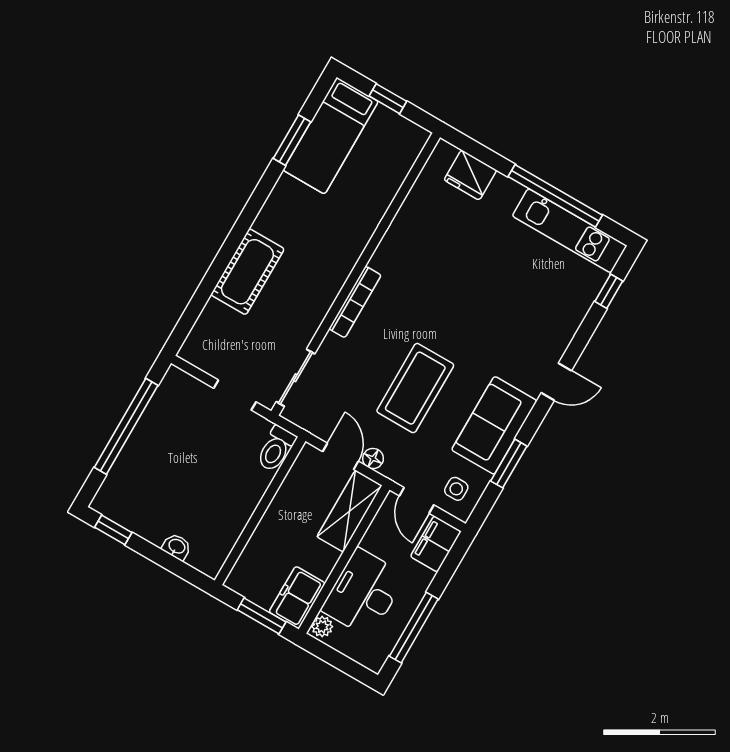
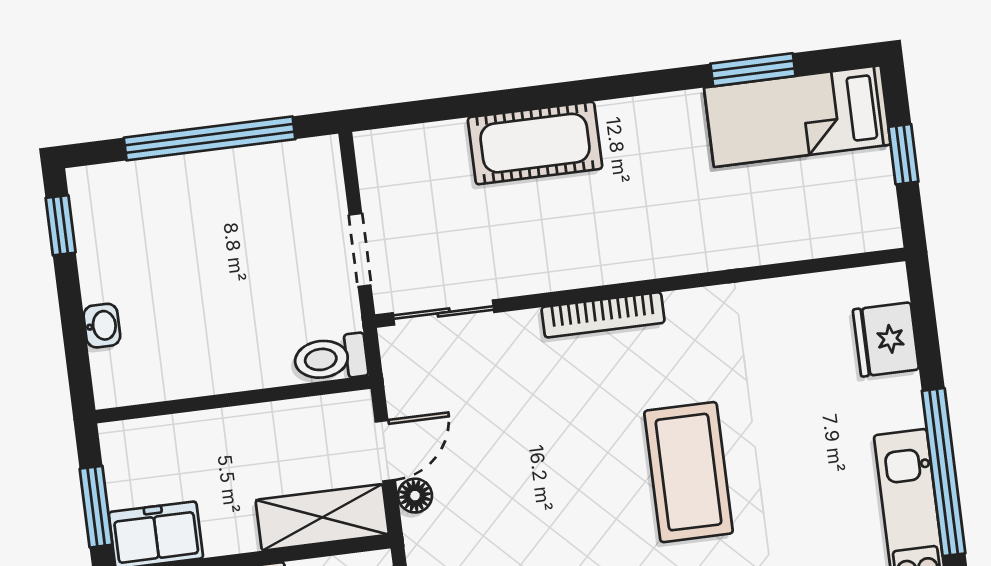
coffee table: (415, 388) -> (689, 472), moved, turned 90

